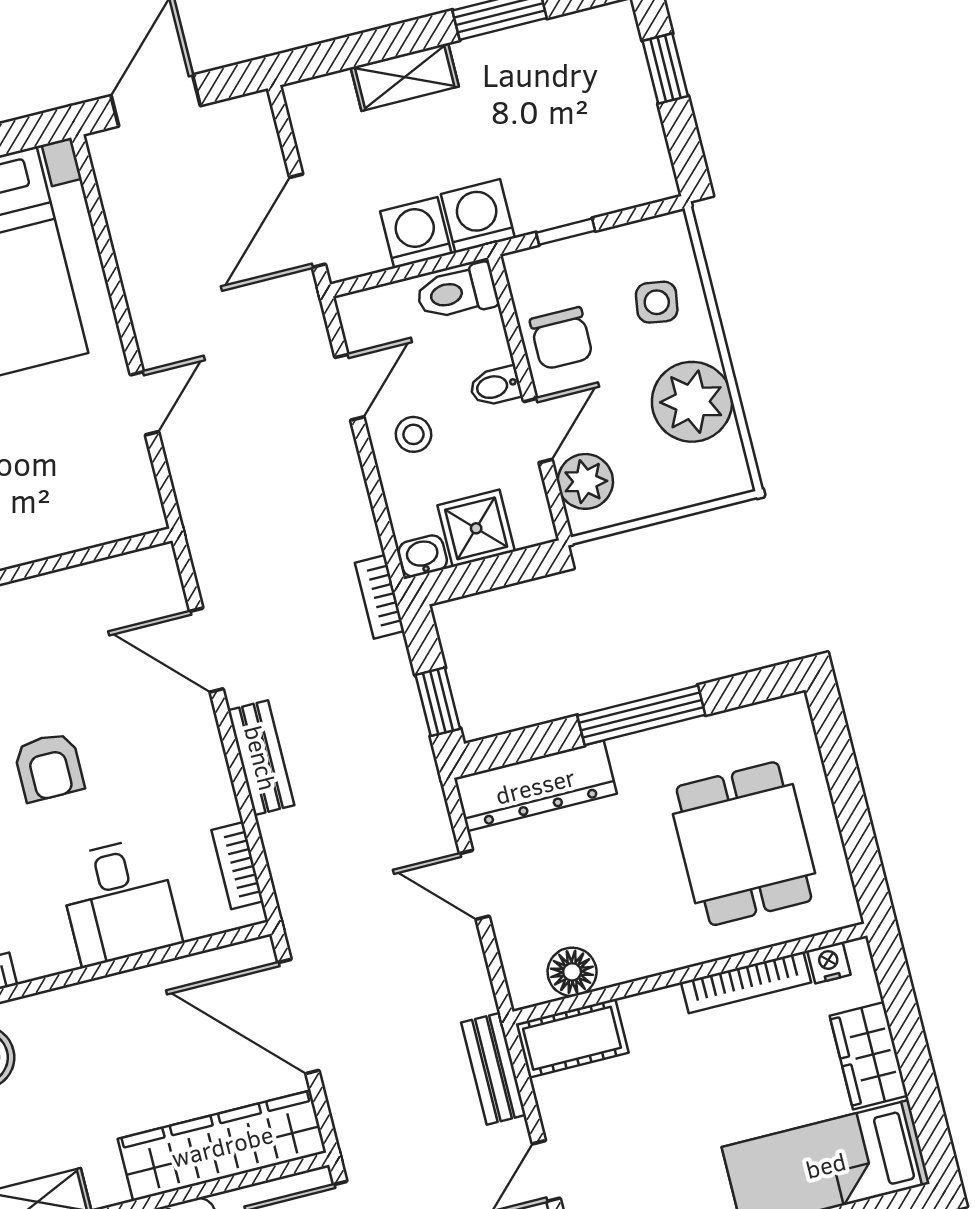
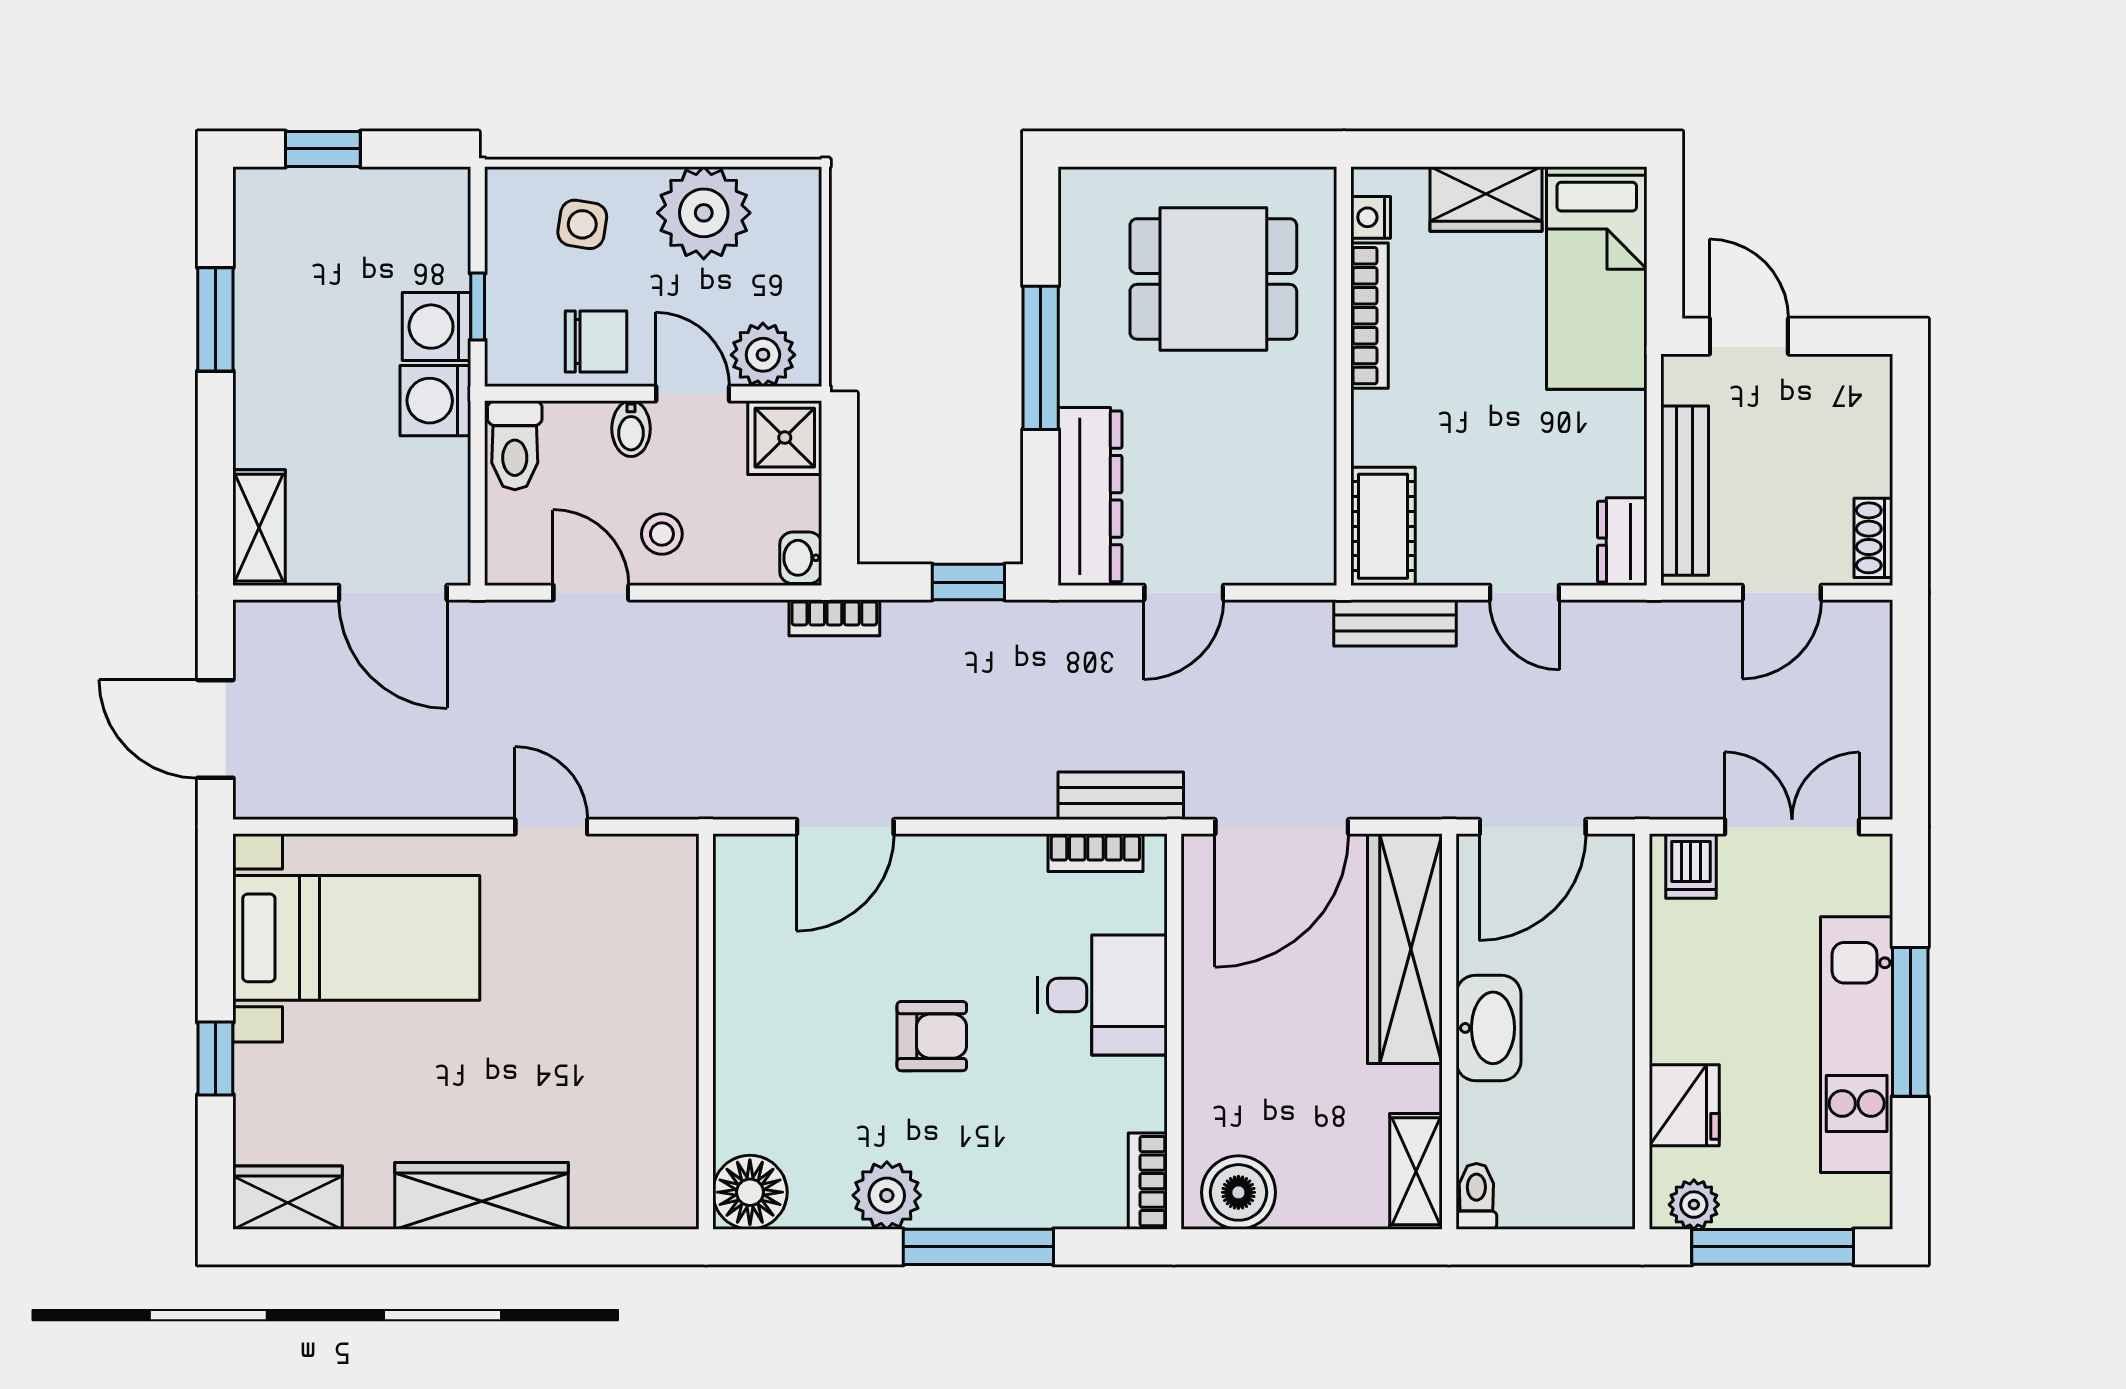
shelving: (405, 77) -> (259, 528), moved
washing machine: (416, 233) -> (436, 327), moved
shower: (476, 528) -> (785, 438), moved
bench: (261, 758) -> (1121, 796), moved
floor lamp: (572, 972) -> (1309, 508), removed

